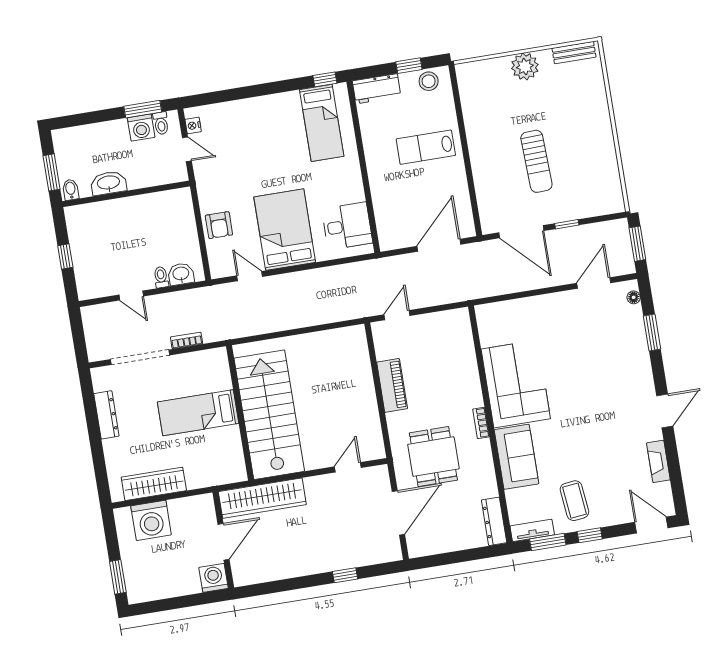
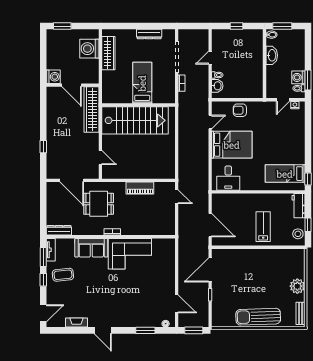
sun lounger: (536, 161) -> (258, 317), moved, width x1.36, depth x1.34

